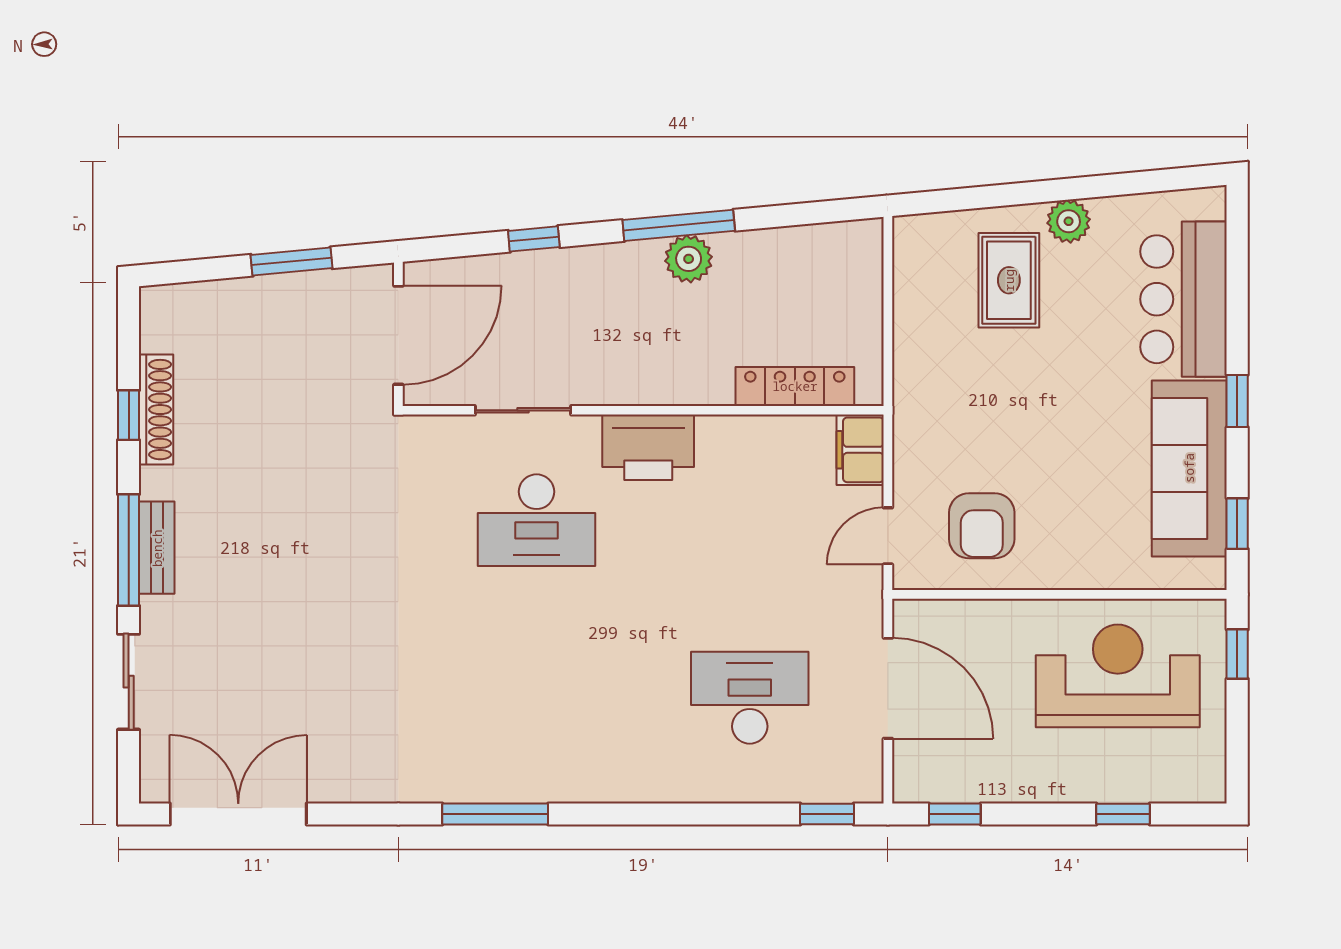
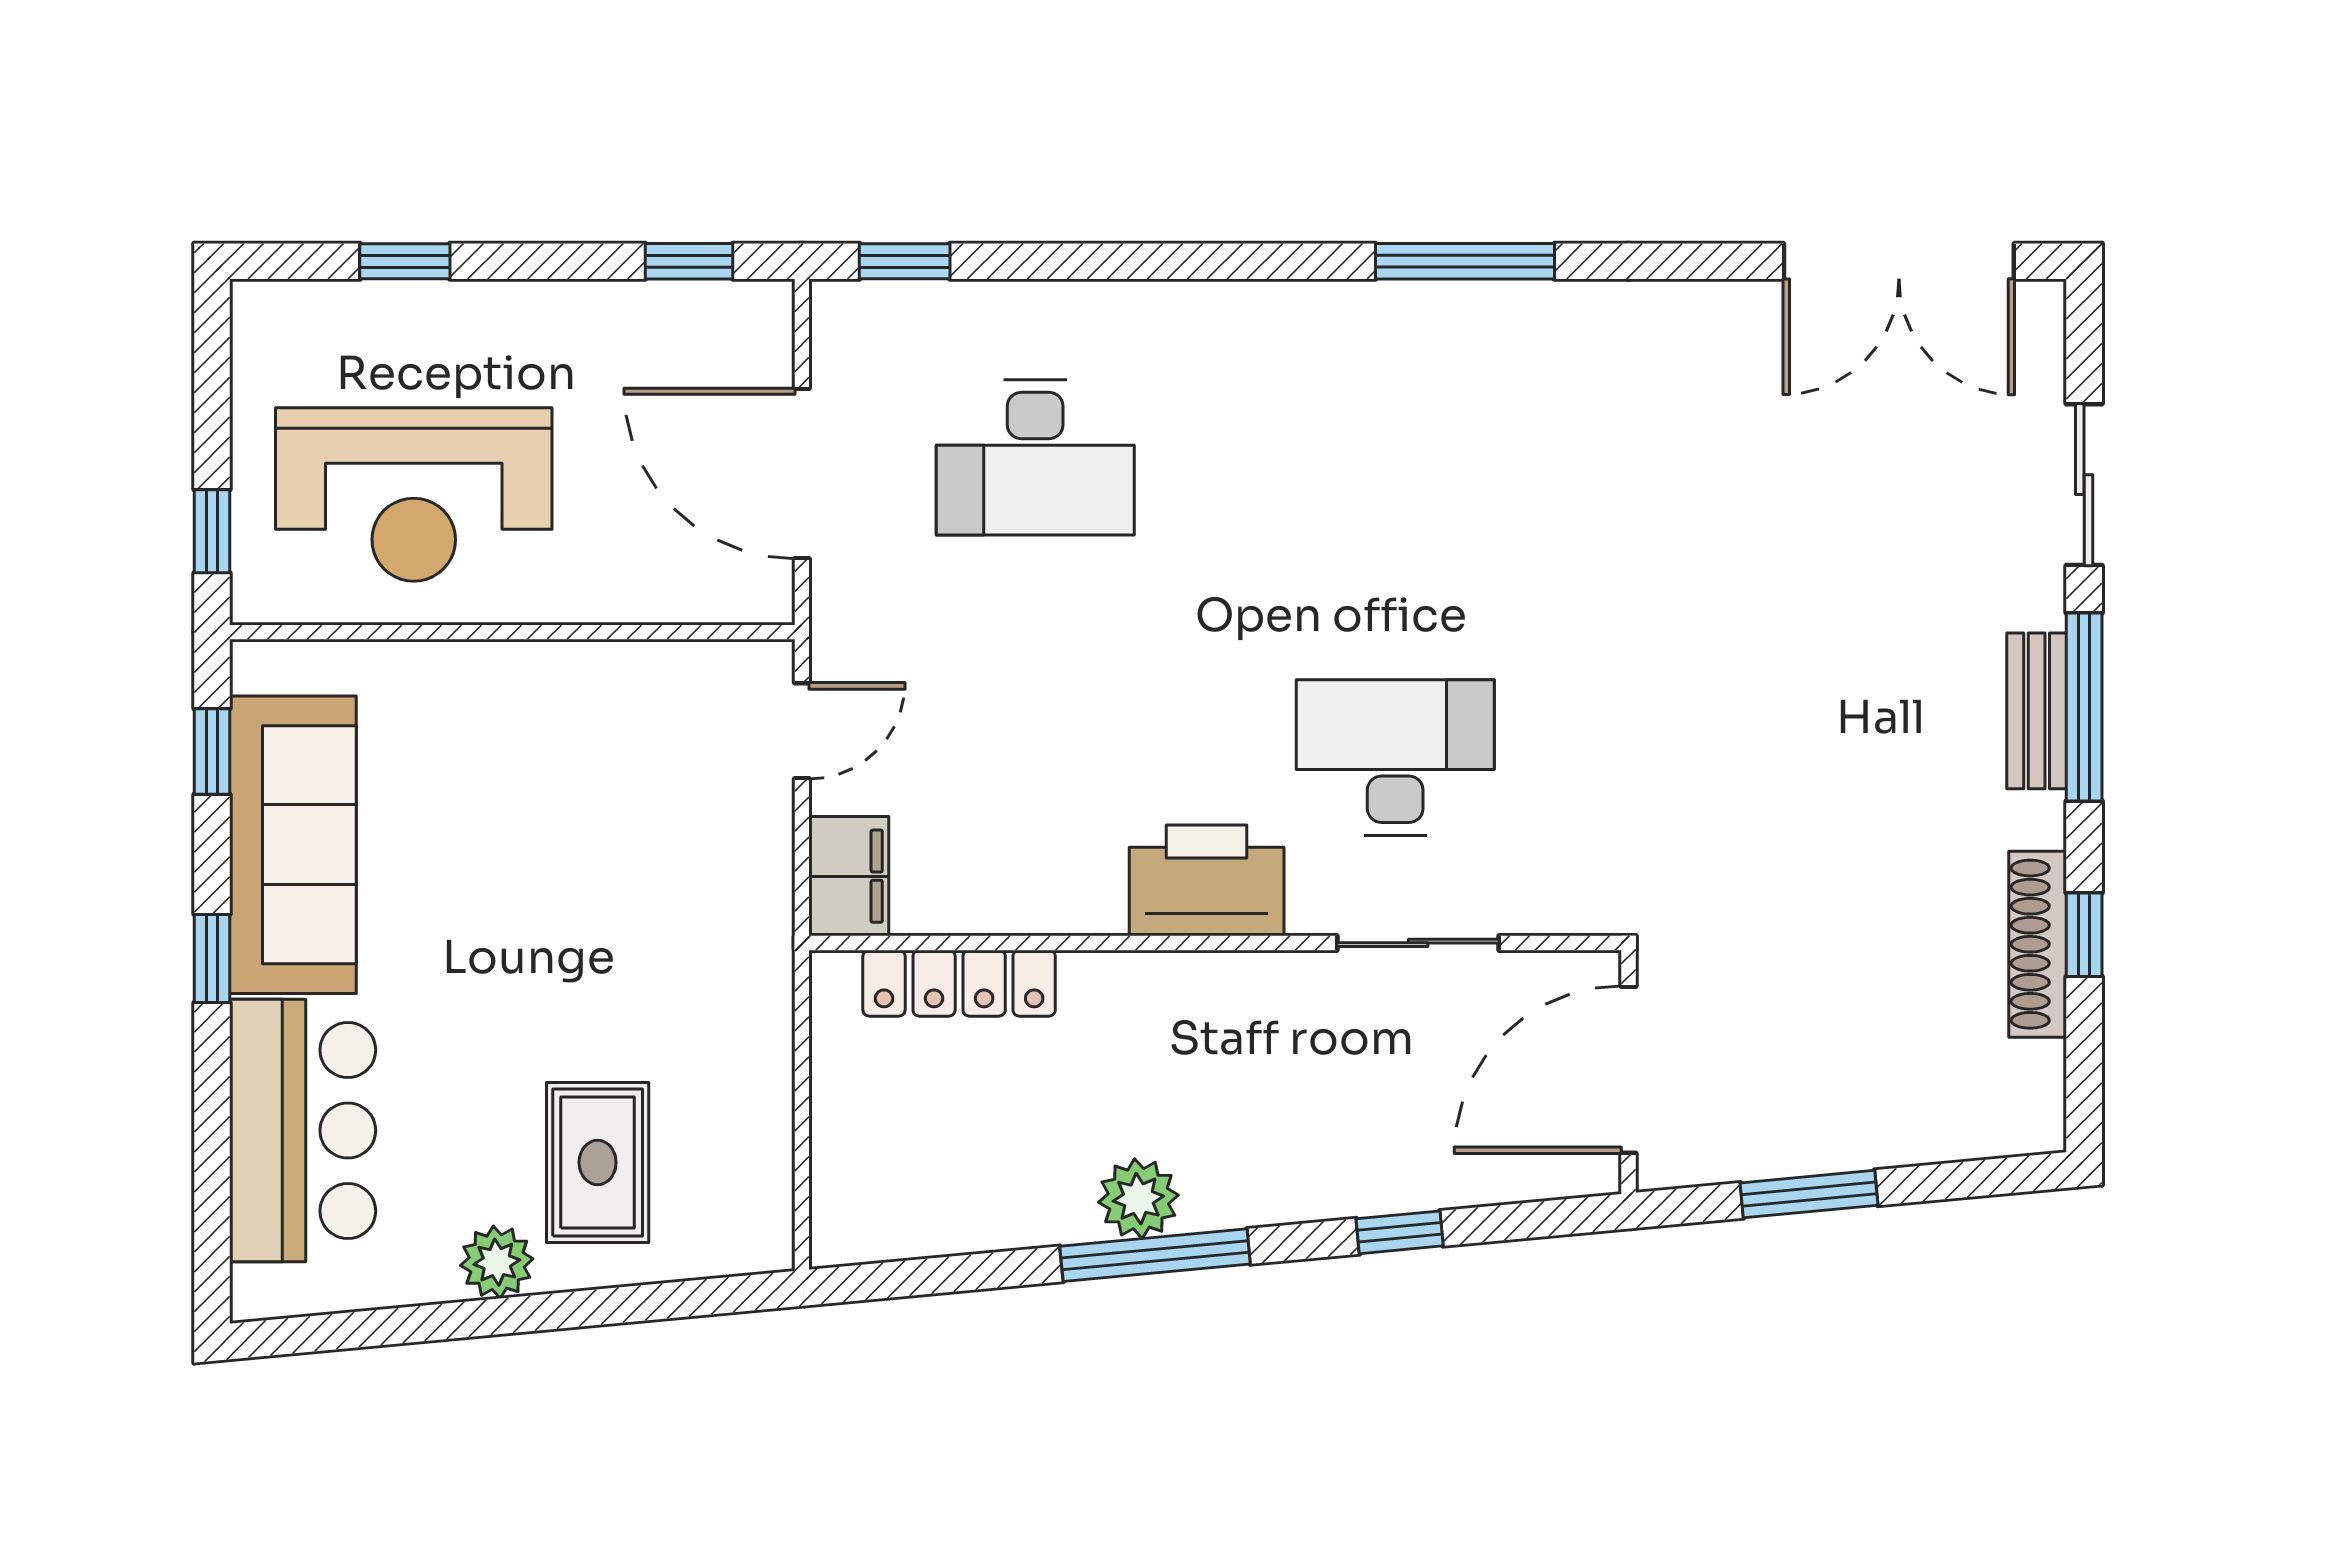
armchair: (982, 526) -> (643, 748), removed

